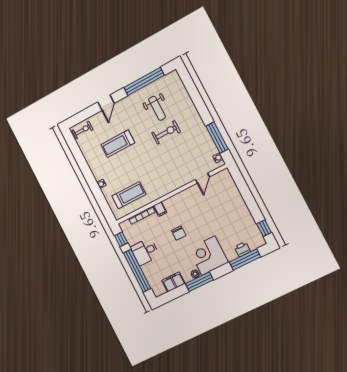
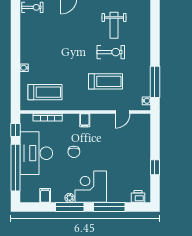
treadmill: (118, 144) -> (105, 81), moved, turned 180
filing cabinet: (160, 209) -> (85, 120), moved
window: (264, 228) -> (155, 167), moved
printer: (242, 249) -> (138, 196), moved
desk: (145, 252) -> (36, 153), width x1.87, depth x1.30
window: (245, 260) -> (109, 207), moved
filing cabinet: (173, 282) -> (45, 195), width x0.50

